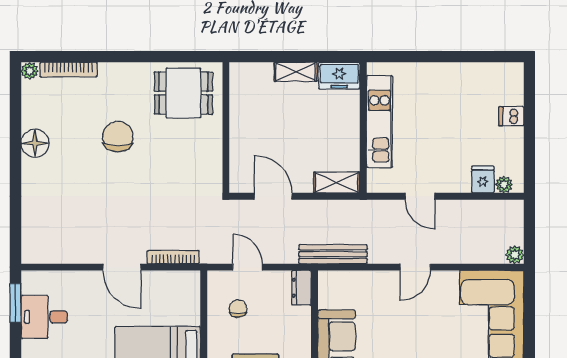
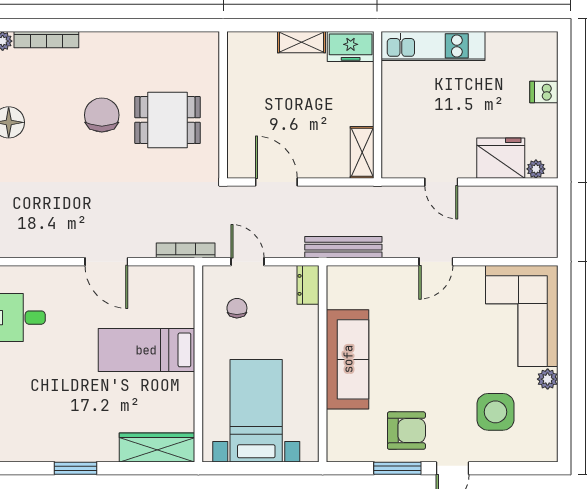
dining table: (183, 93) -> (168, 120), moved
kitchen unit: (380, 121) -> (433, 46), moved, turned 90
fridge: (483, 179) -> (501, 158), width x1.88, depth x1.34
shelving: (337, 183) -> (362, 152), moved, turned 90
plant: (515, 255) -> (548, 248), removed
bookcase: (173, 257) -> (186, 250), moved

